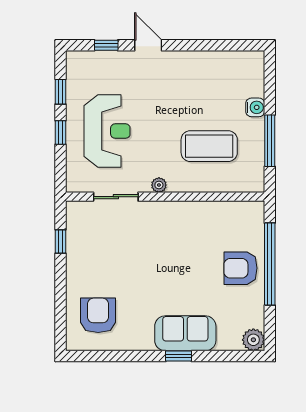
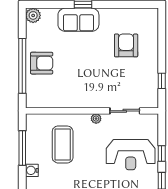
reception desk: (107, 131) -> (131, 155), turned -90
coffee table: (209, 146) -> (63, 144), turned 90
armchair: (98, 315) -> (126, 45), moved, turned 180

